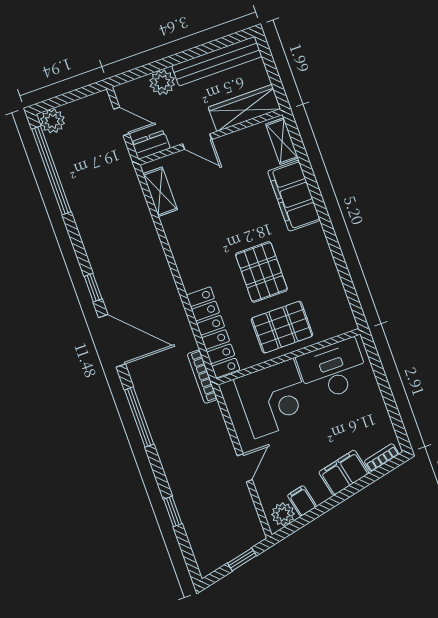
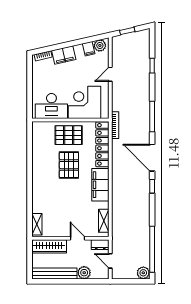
filing cabinet: (294, 196) -> (100, 185), moved, turned 180

